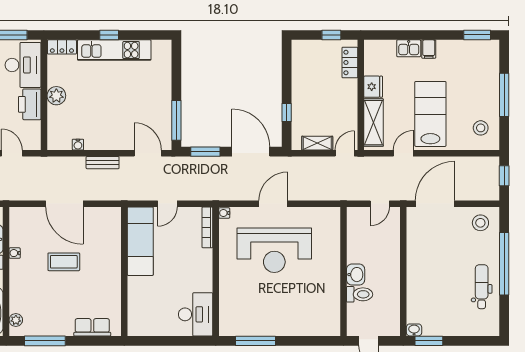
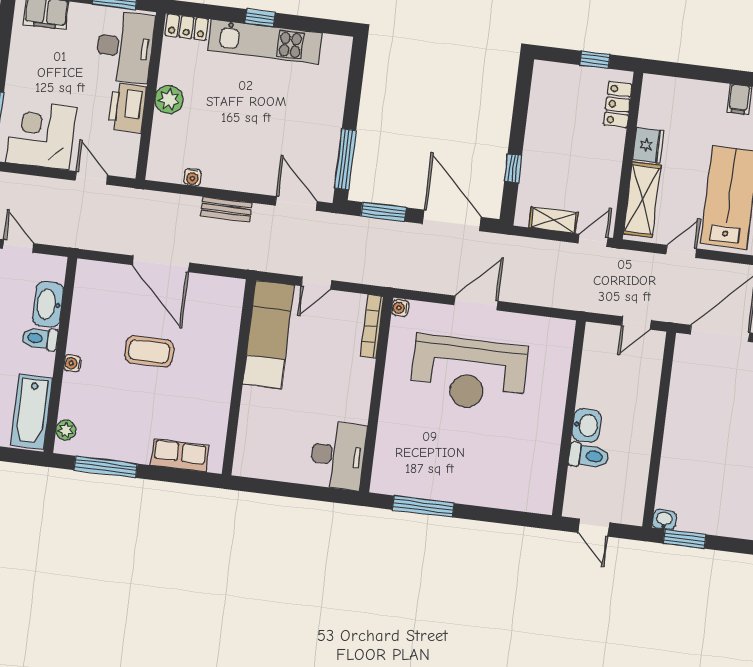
kitchen sink: (409, 48) -> (709, 94), removed
water cooler: (15, 253) -> (72, 363), moved

